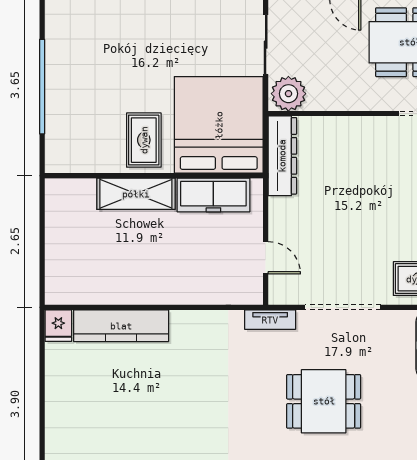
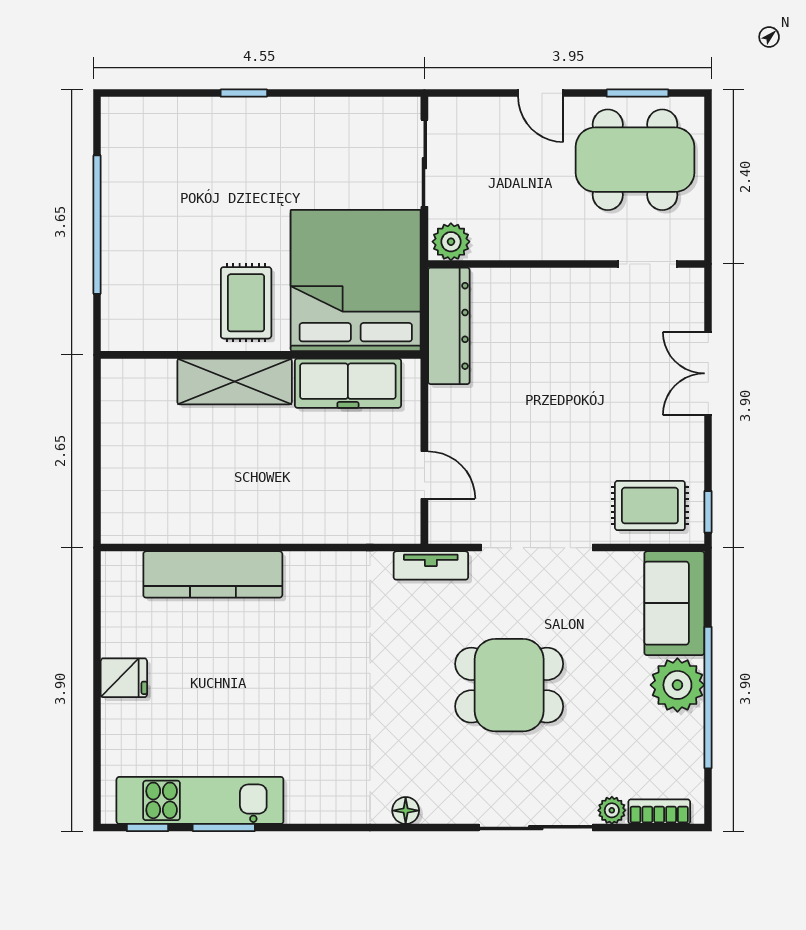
plant: (288, 94) -> (451, 242), width x0.73, depth x0.73
fridge: (58, 326) -> (124, 678), moved, turned -90

